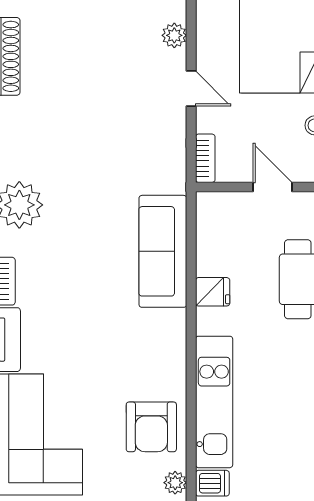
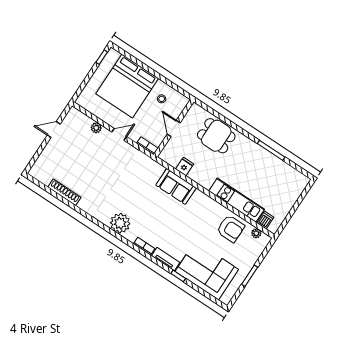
door: (272, 187) -> (174, 129), hinge flipped
sofa: (163, 251) -> (176, 186), width x0.73
fridge: (213, 292) -> (185, 167), moved

